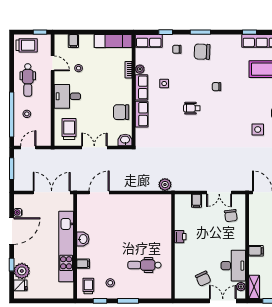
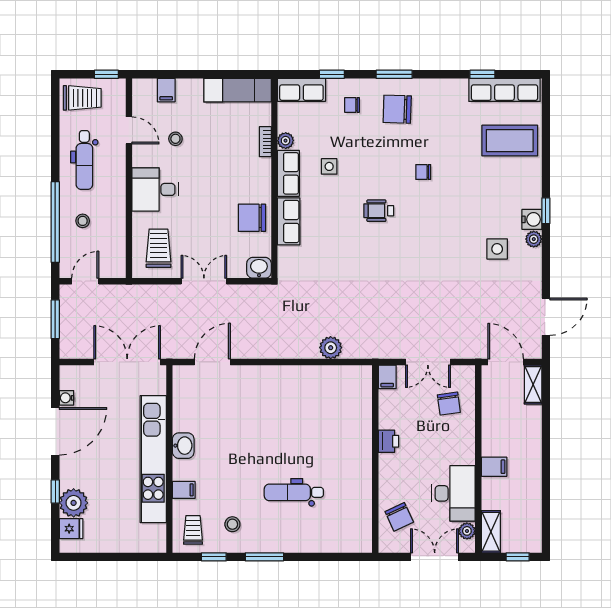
printer: (180, 237) -> (388, 441), moved
wall: (173, 246) -> (375, 459), moved

